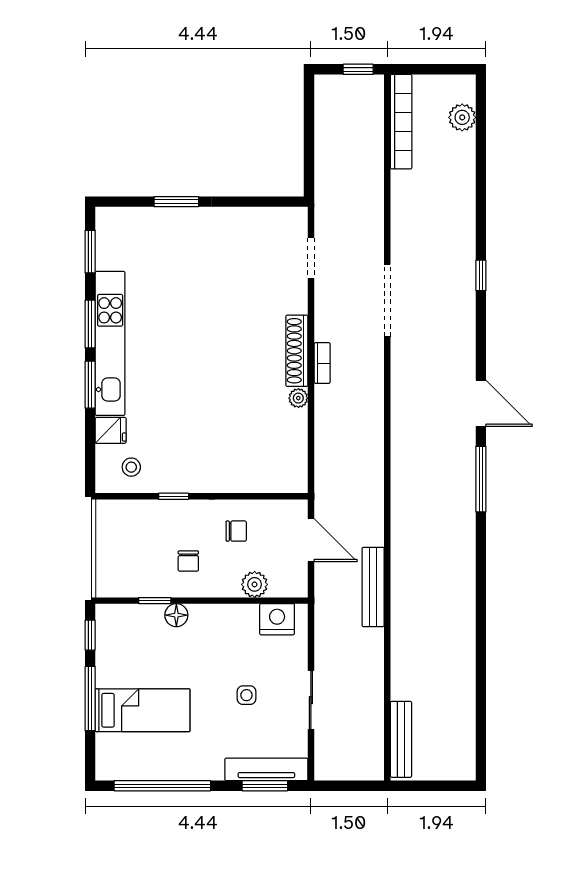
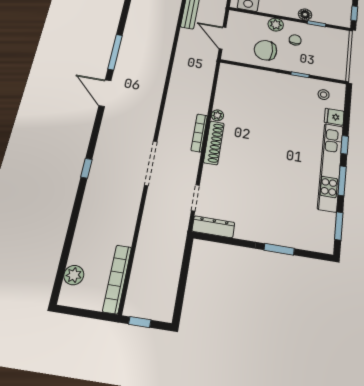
dresser: (277, 219) -> (213, 227), added
bookcase: (322, 363) -> (199, 133), width x1.56
window: (90, 385) -> (345, 145), width x0.67
chair: (236, 531) -> (265, 50), width x1.87, depth x1.87
plant: (255, 584) -> (276, 25), moved

